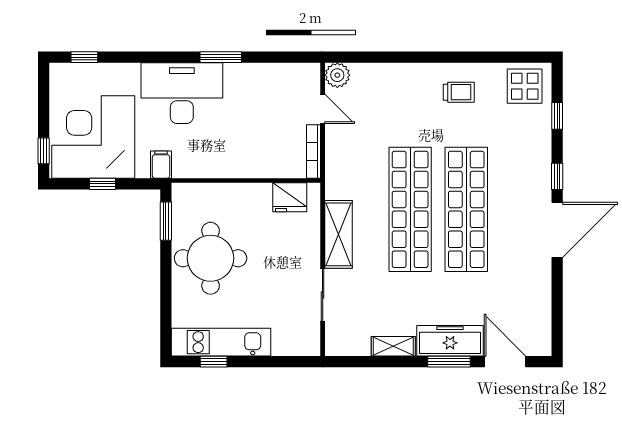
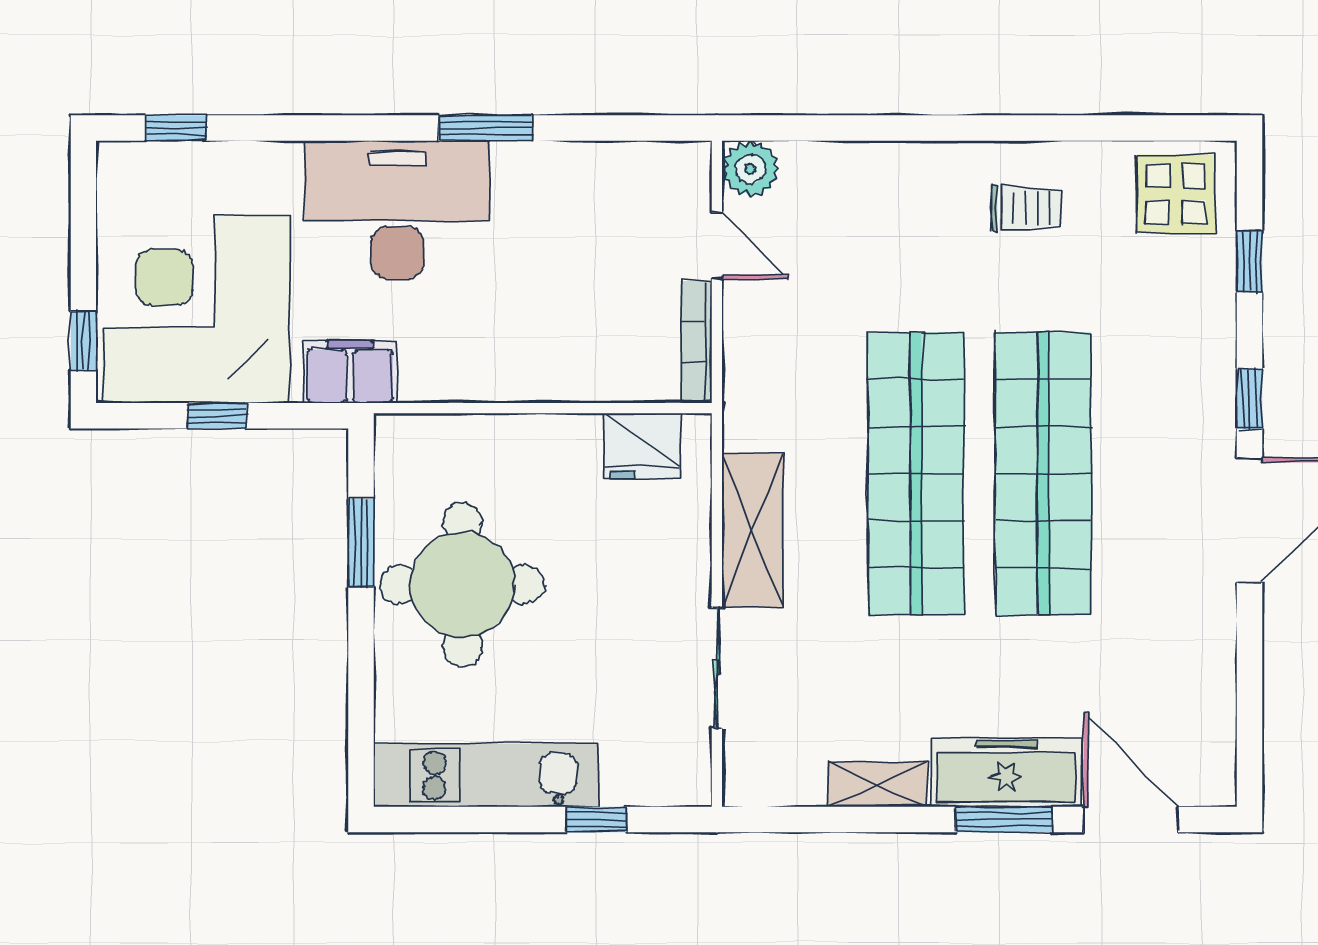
filing cabinet: (161, 165) -> (350, 372), width x2.00
window: (166, 221) -> (361, 543), moved
window: (214, 362) -> (596, 820), moved

